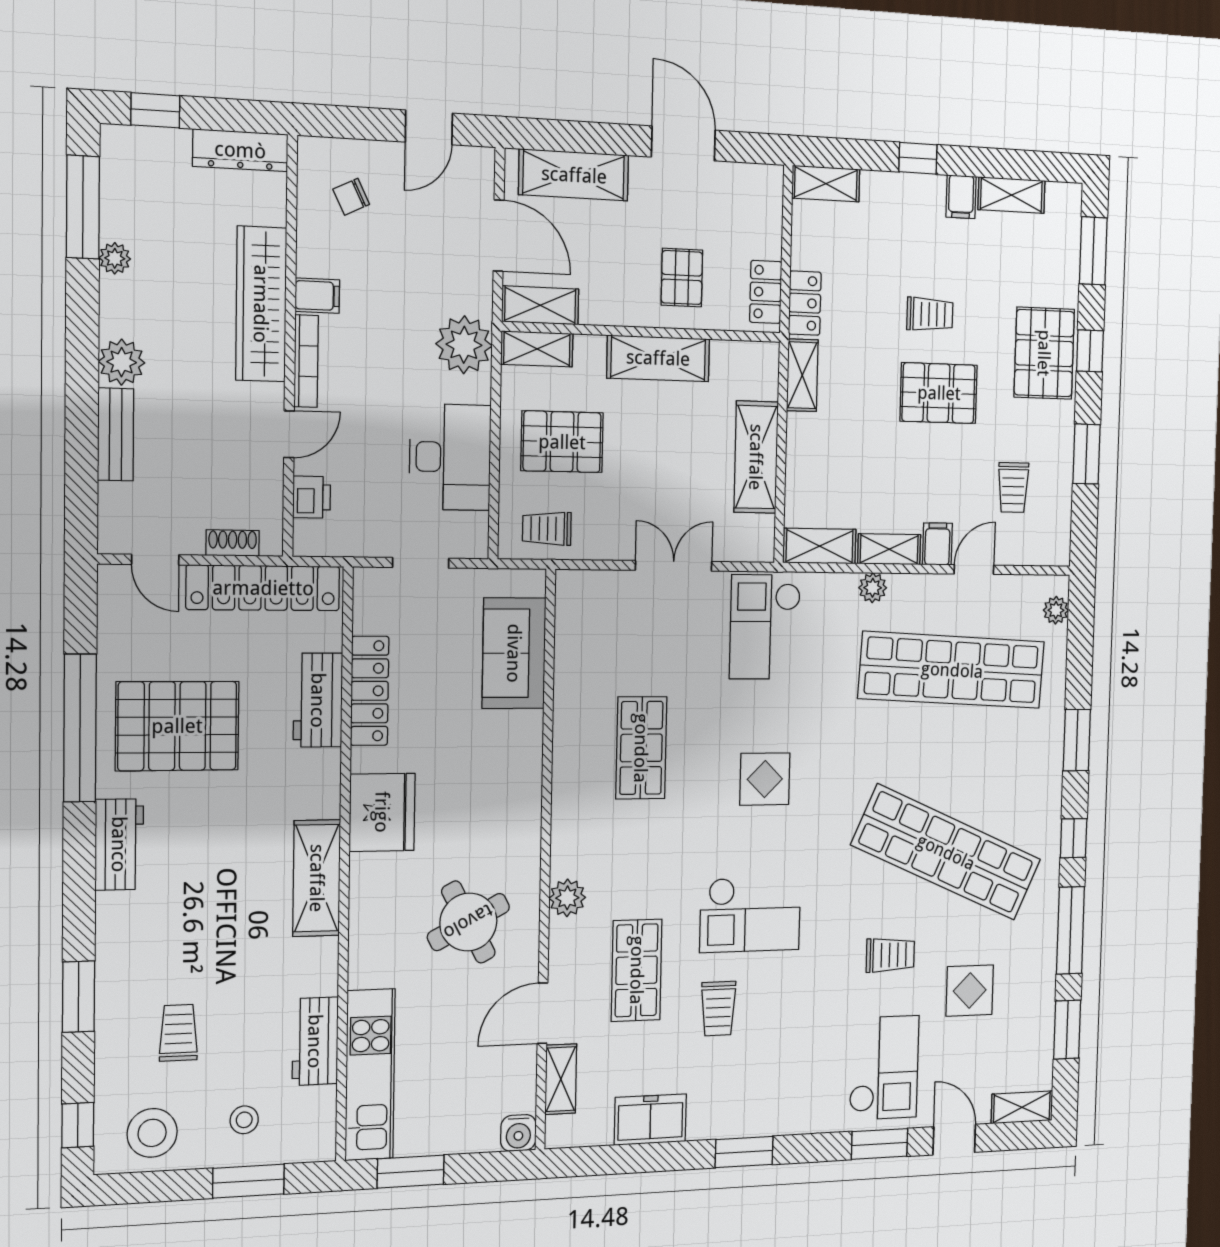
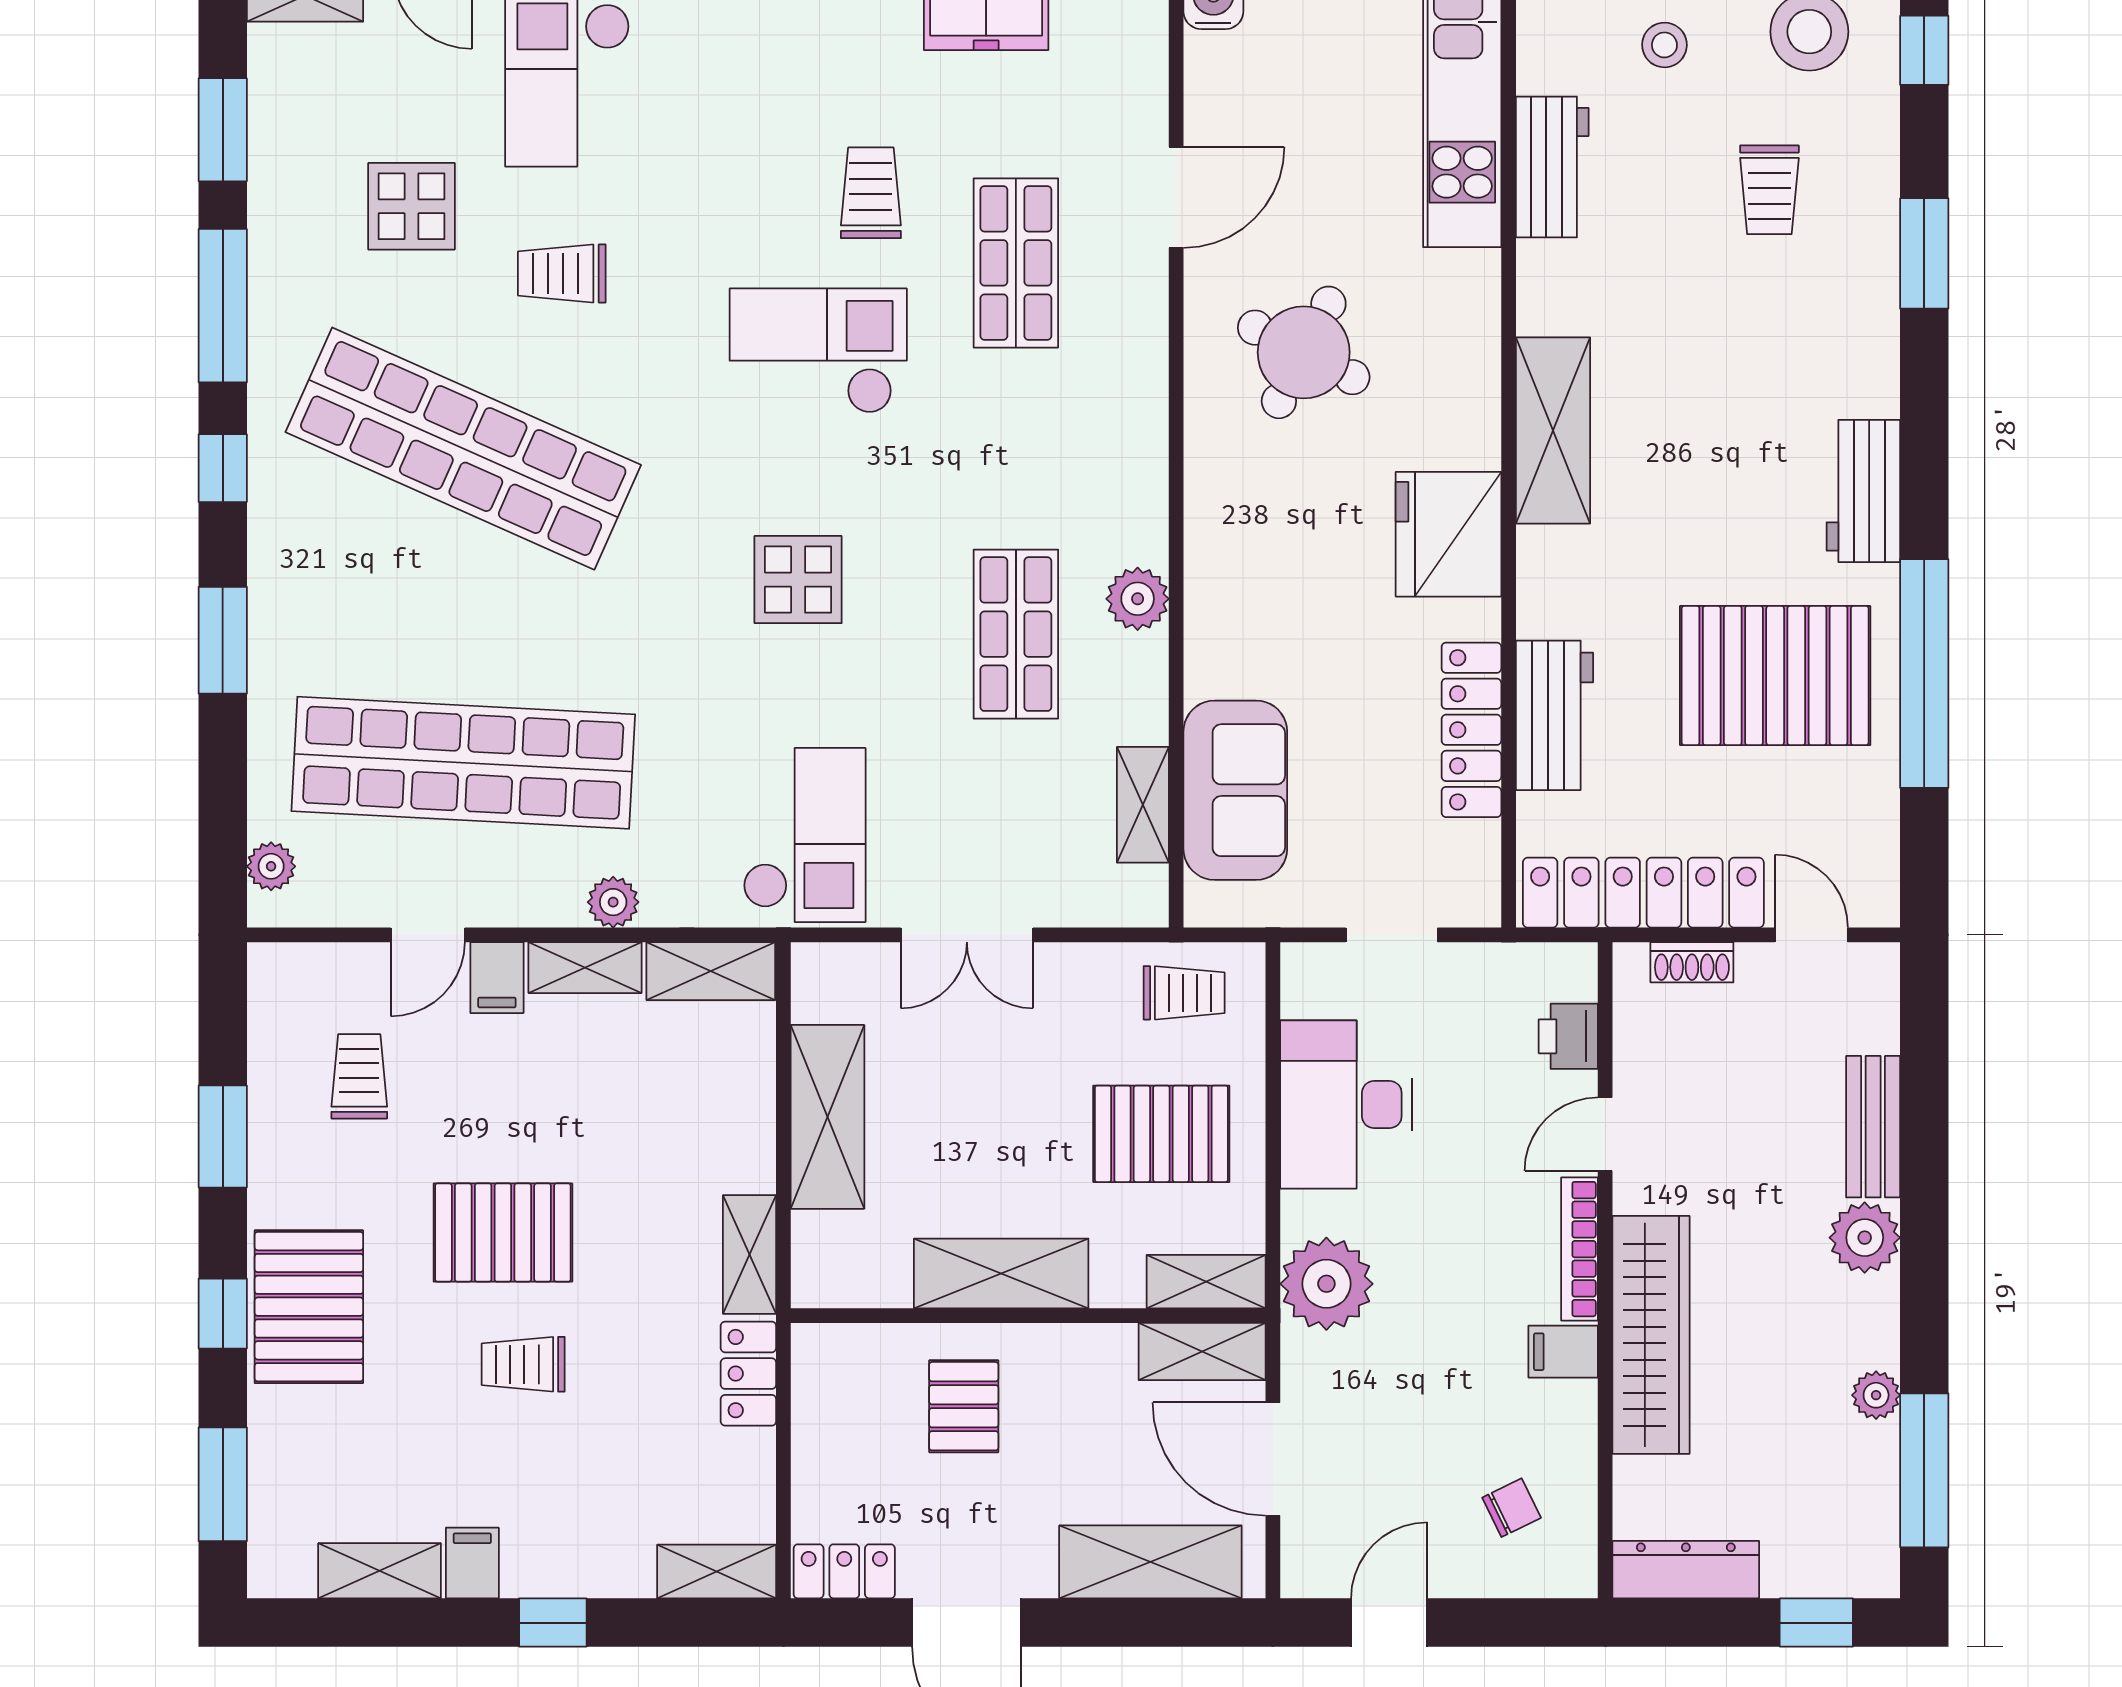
locker: (766, 292) -> (844, 1571), moved, turned -90
plant: (567, 898) -> (1138, 599), moved
round table: (468, 922) -> (1304, 352), turned -35
shelving: (561, 1079) -> (1143, 805), moved

